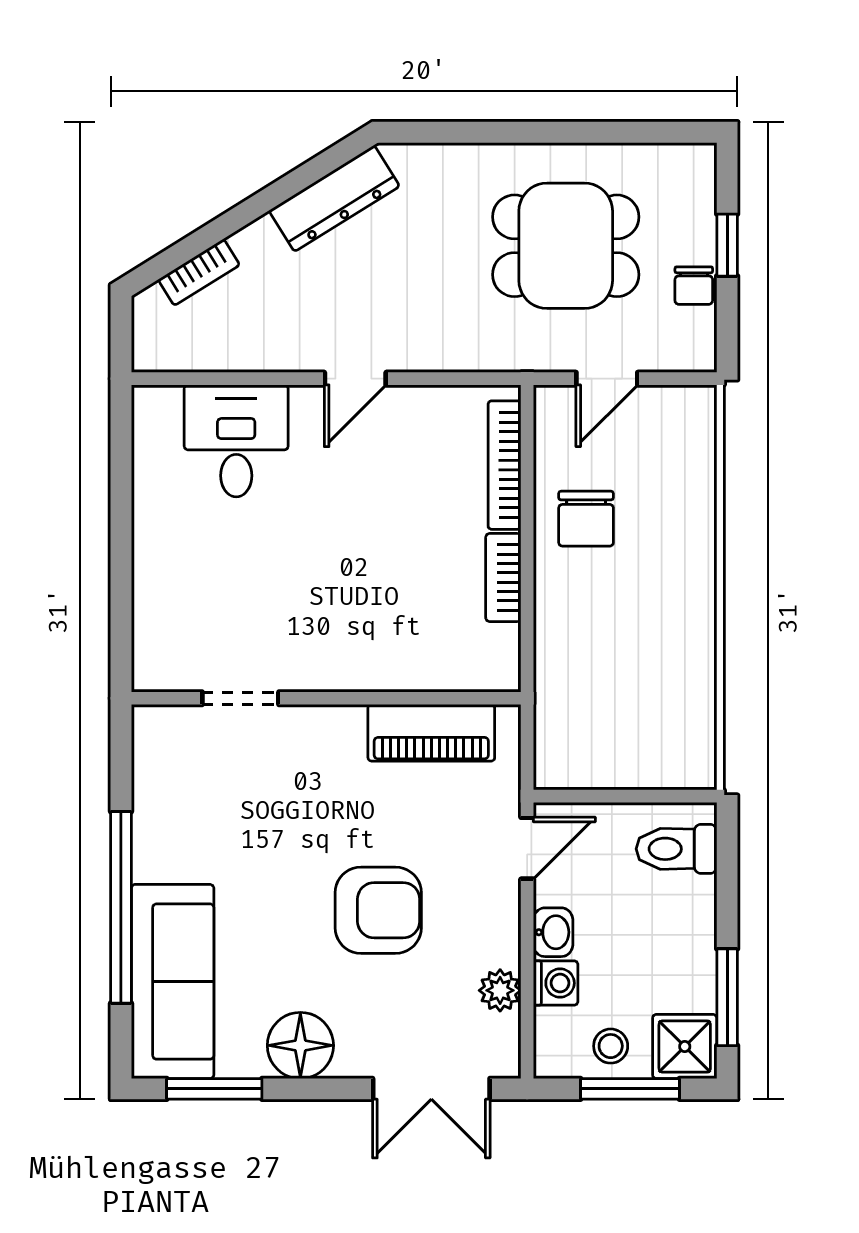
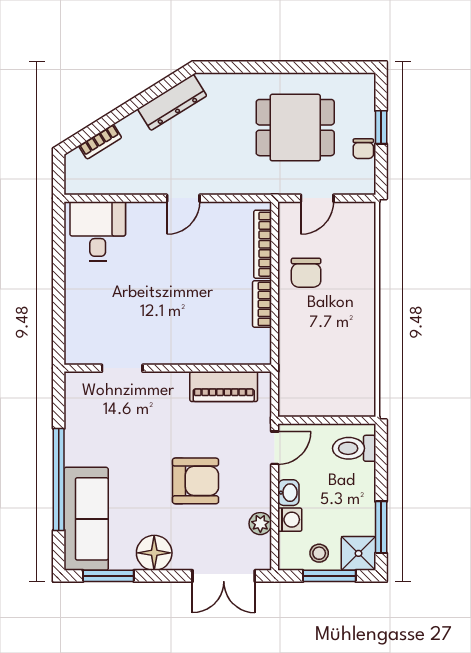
desk: (236, 441) -> (98, 231), moved

